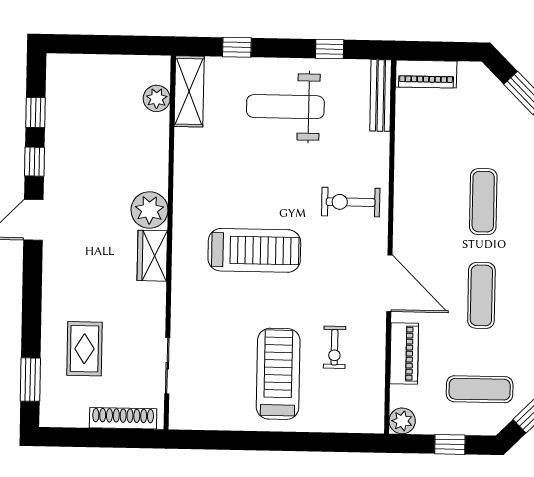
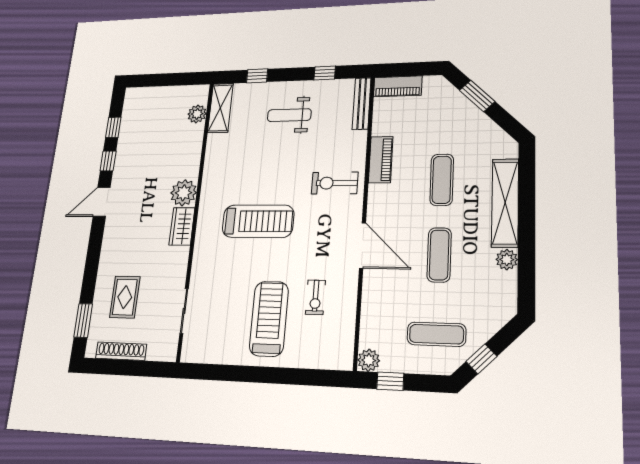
weight bench: (285, 107) -> (289, 115), width x0.73, depth x0.75
piano: (404, 354) -> (381, 160), moved
shoe rack: (123, 418) -> (121, 351), moved
window: (450, 444) -> (390, 381), moved

